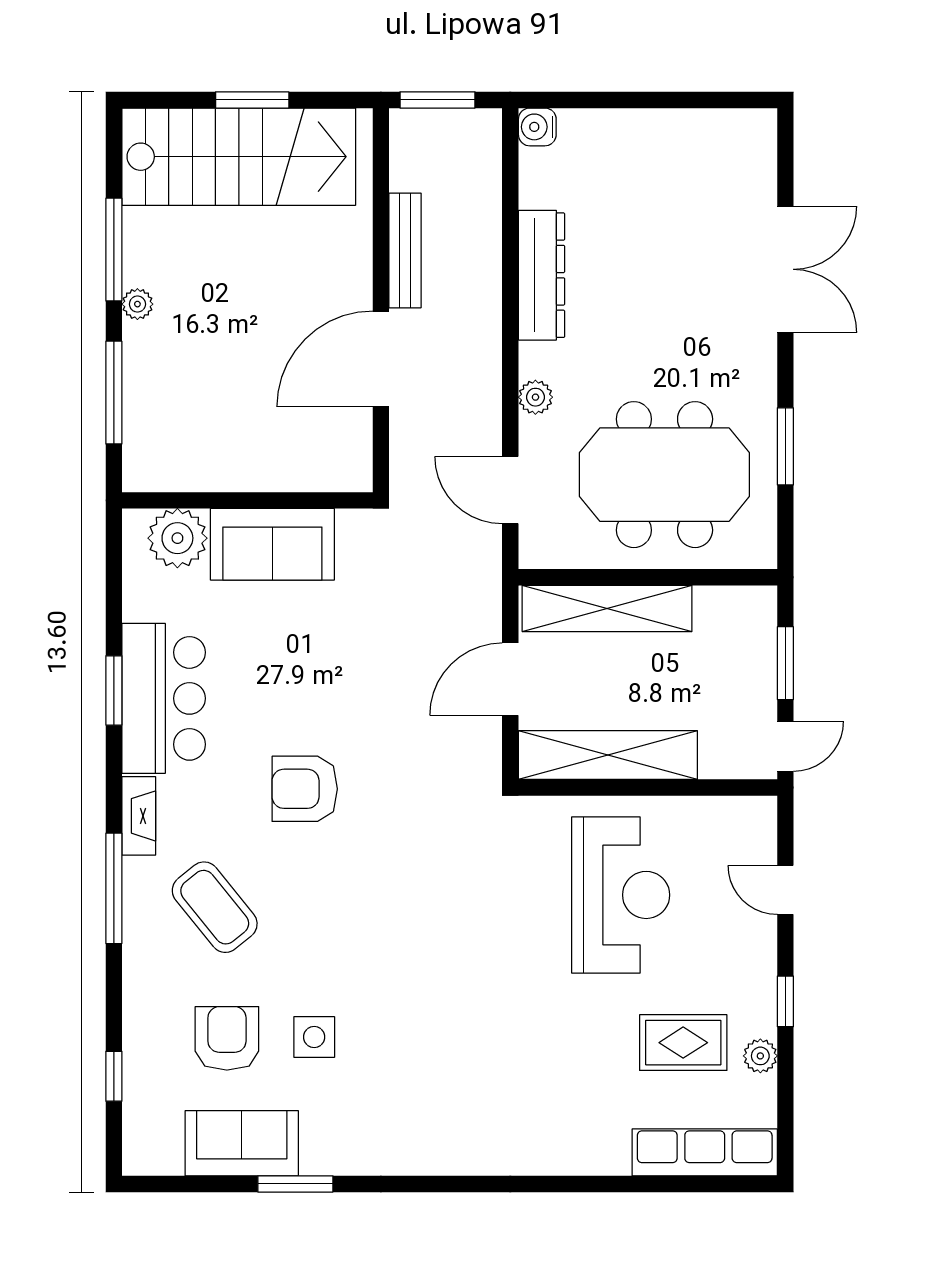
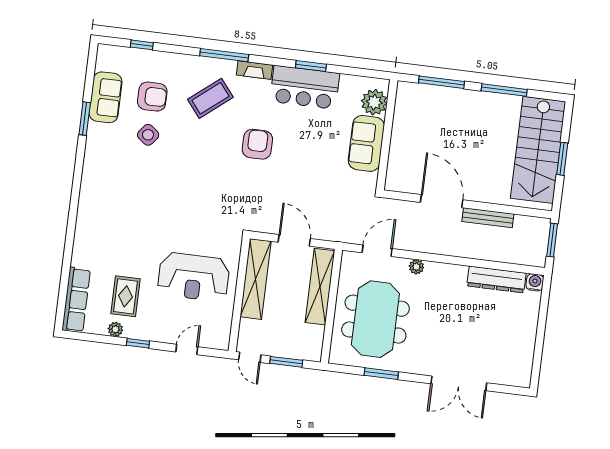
dresser: (542, 275) -> (496, 279), moved
plant: (137, 304) -> (479, 97), removed
side table: (314, 1037) -> (148, 135), turned 37

